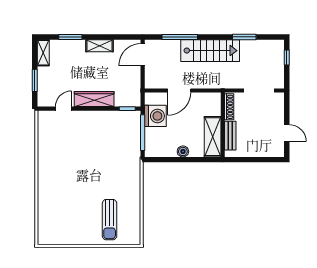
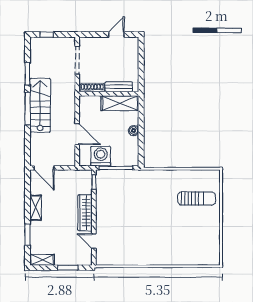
window: (180, 37) -> (28, 109), moved

